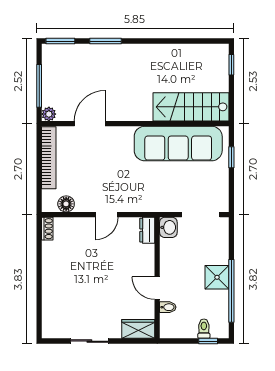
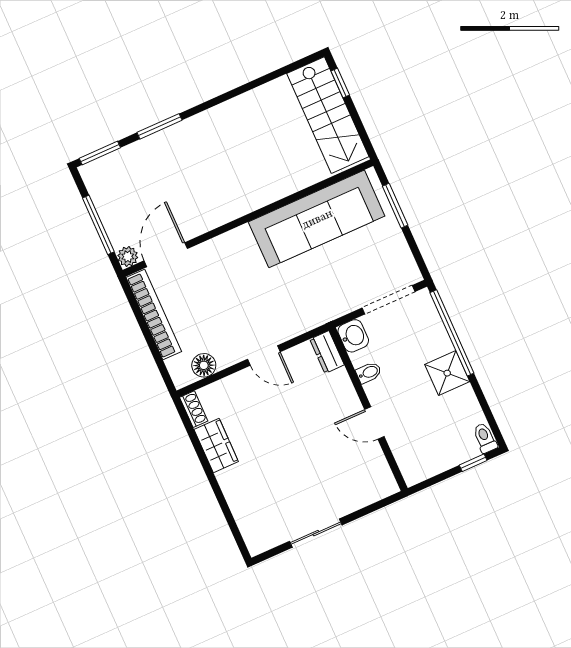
stairs: (191, 107) -> (328, 115), moved, turned -90
door: (90, 124) -> (166, 255), moved
window: (231, 157) -> (395, 206), width x1.50
door: (107, 215) -> (264, 356), hinge flipped
window: (231, 291) -> (452, 333), moved
bidet: (168, 307) -> (369, 372), moved
wardrobe: (138, 329) -> (216, 446), moved, turned 90
toilet: (204, 329) -> (485, 438), moved

